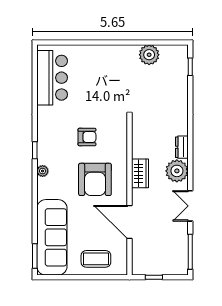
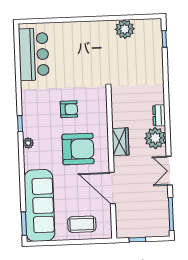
armchair: (95, 179) -> (78, 149), turned -90

